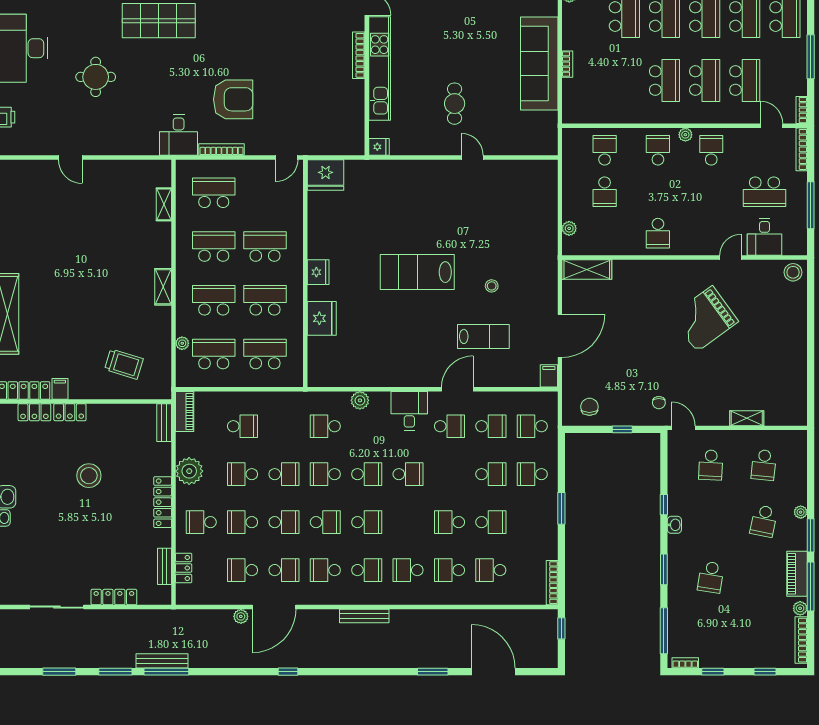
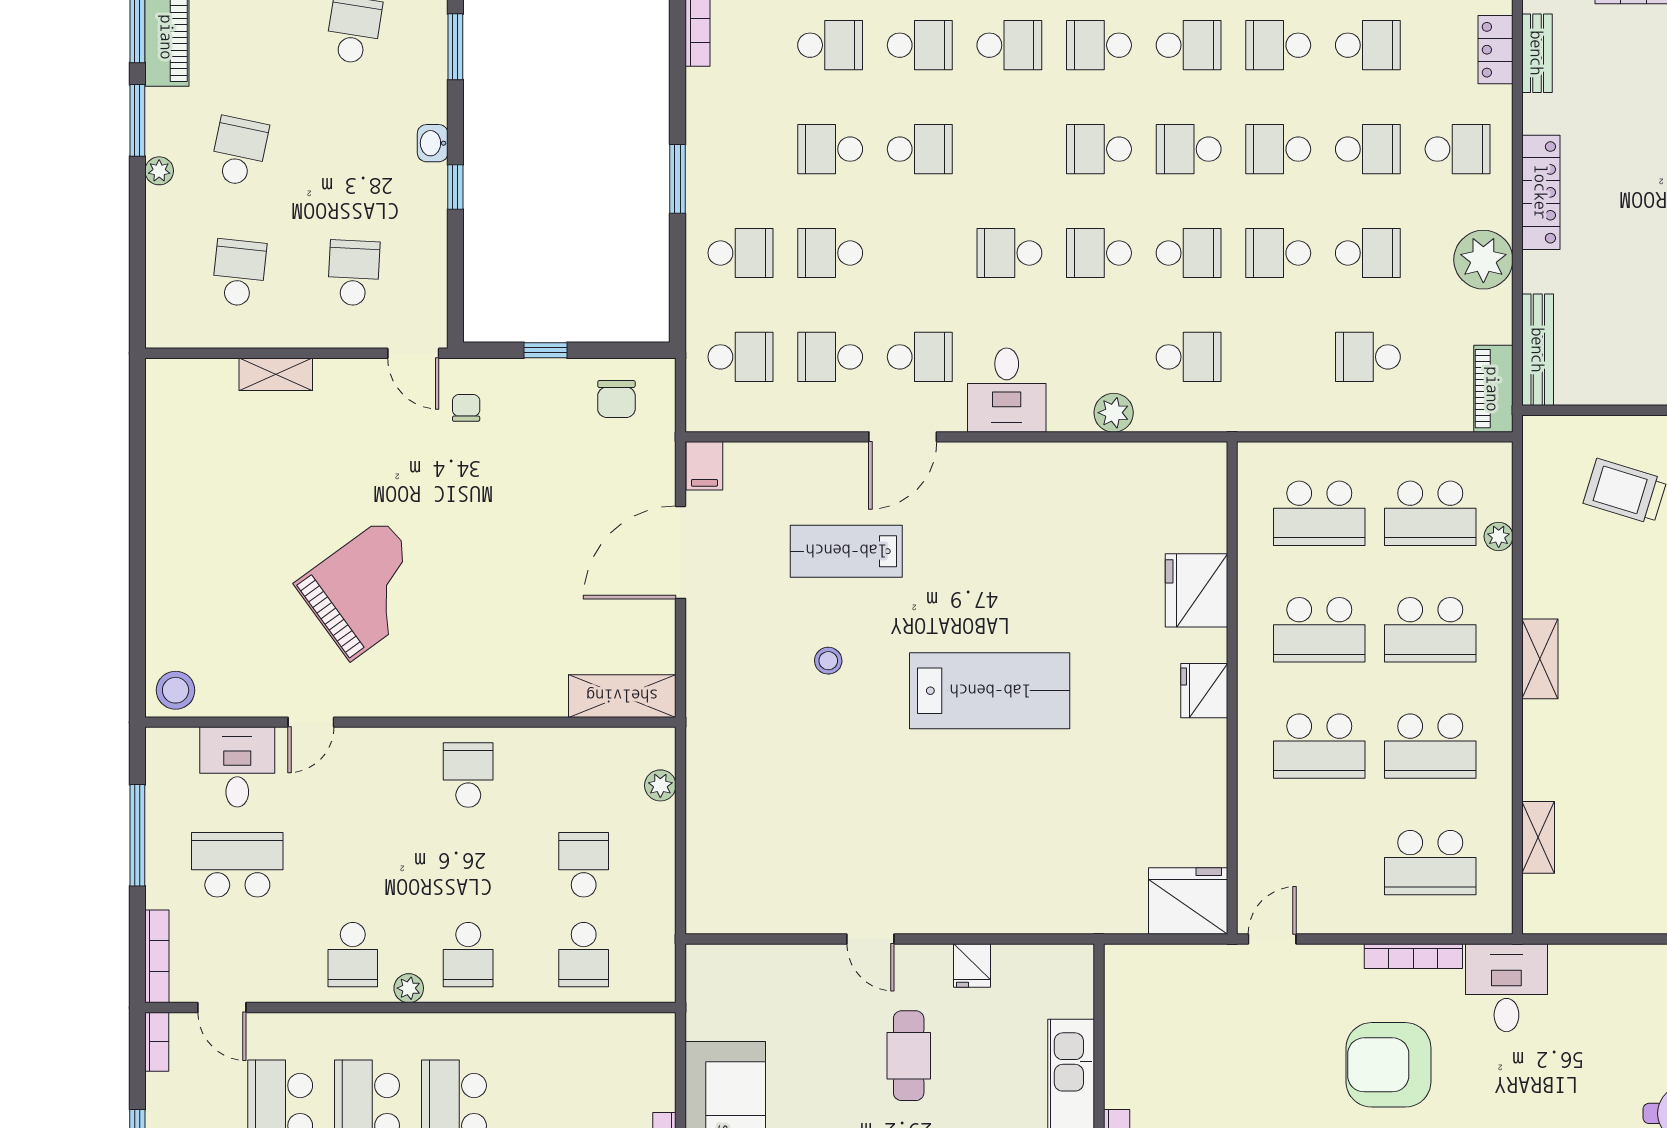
fridge: (379, 147) -> (972, 966), moved, turned -90
bench: (164, 423) -> (1538, 350), width x1.36
school desk: (449, 426) -> (920, 357), turned 180

